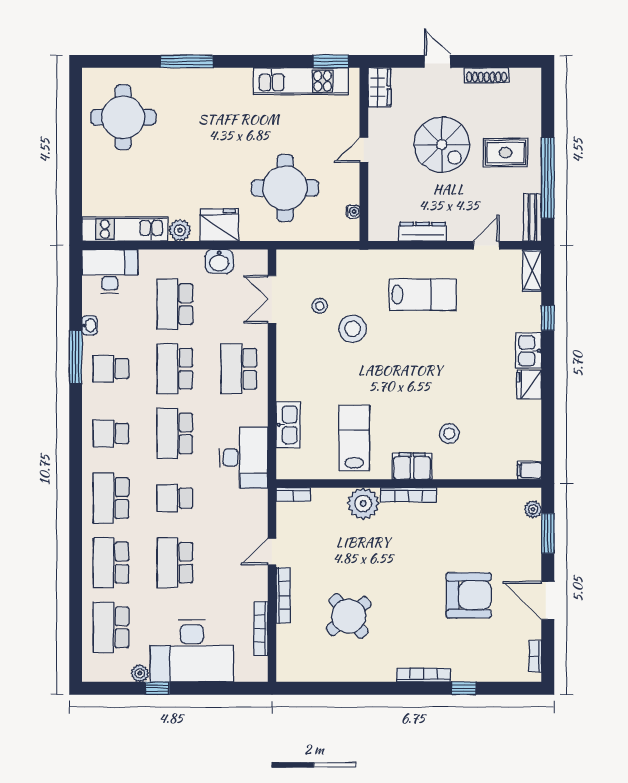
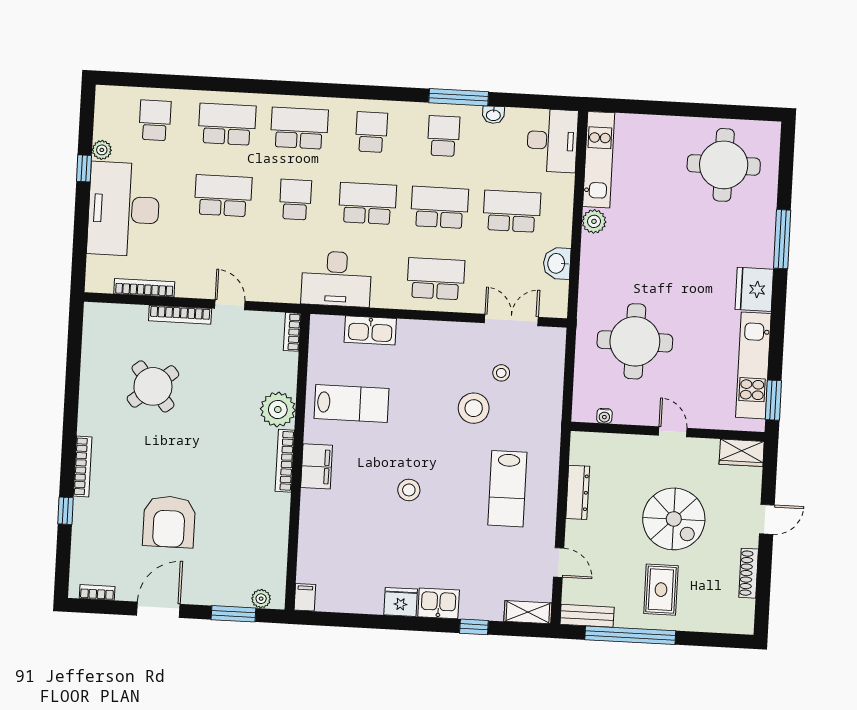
spiral stairs: (442, 145) -> (674, 519), turned -90
fridge: (219, 225) -> (754, 289), moved, turned 180
stool: (449, 433) -> (409, 490), moved
school desk: (111, 627) -> (155, 120), width x0.54

